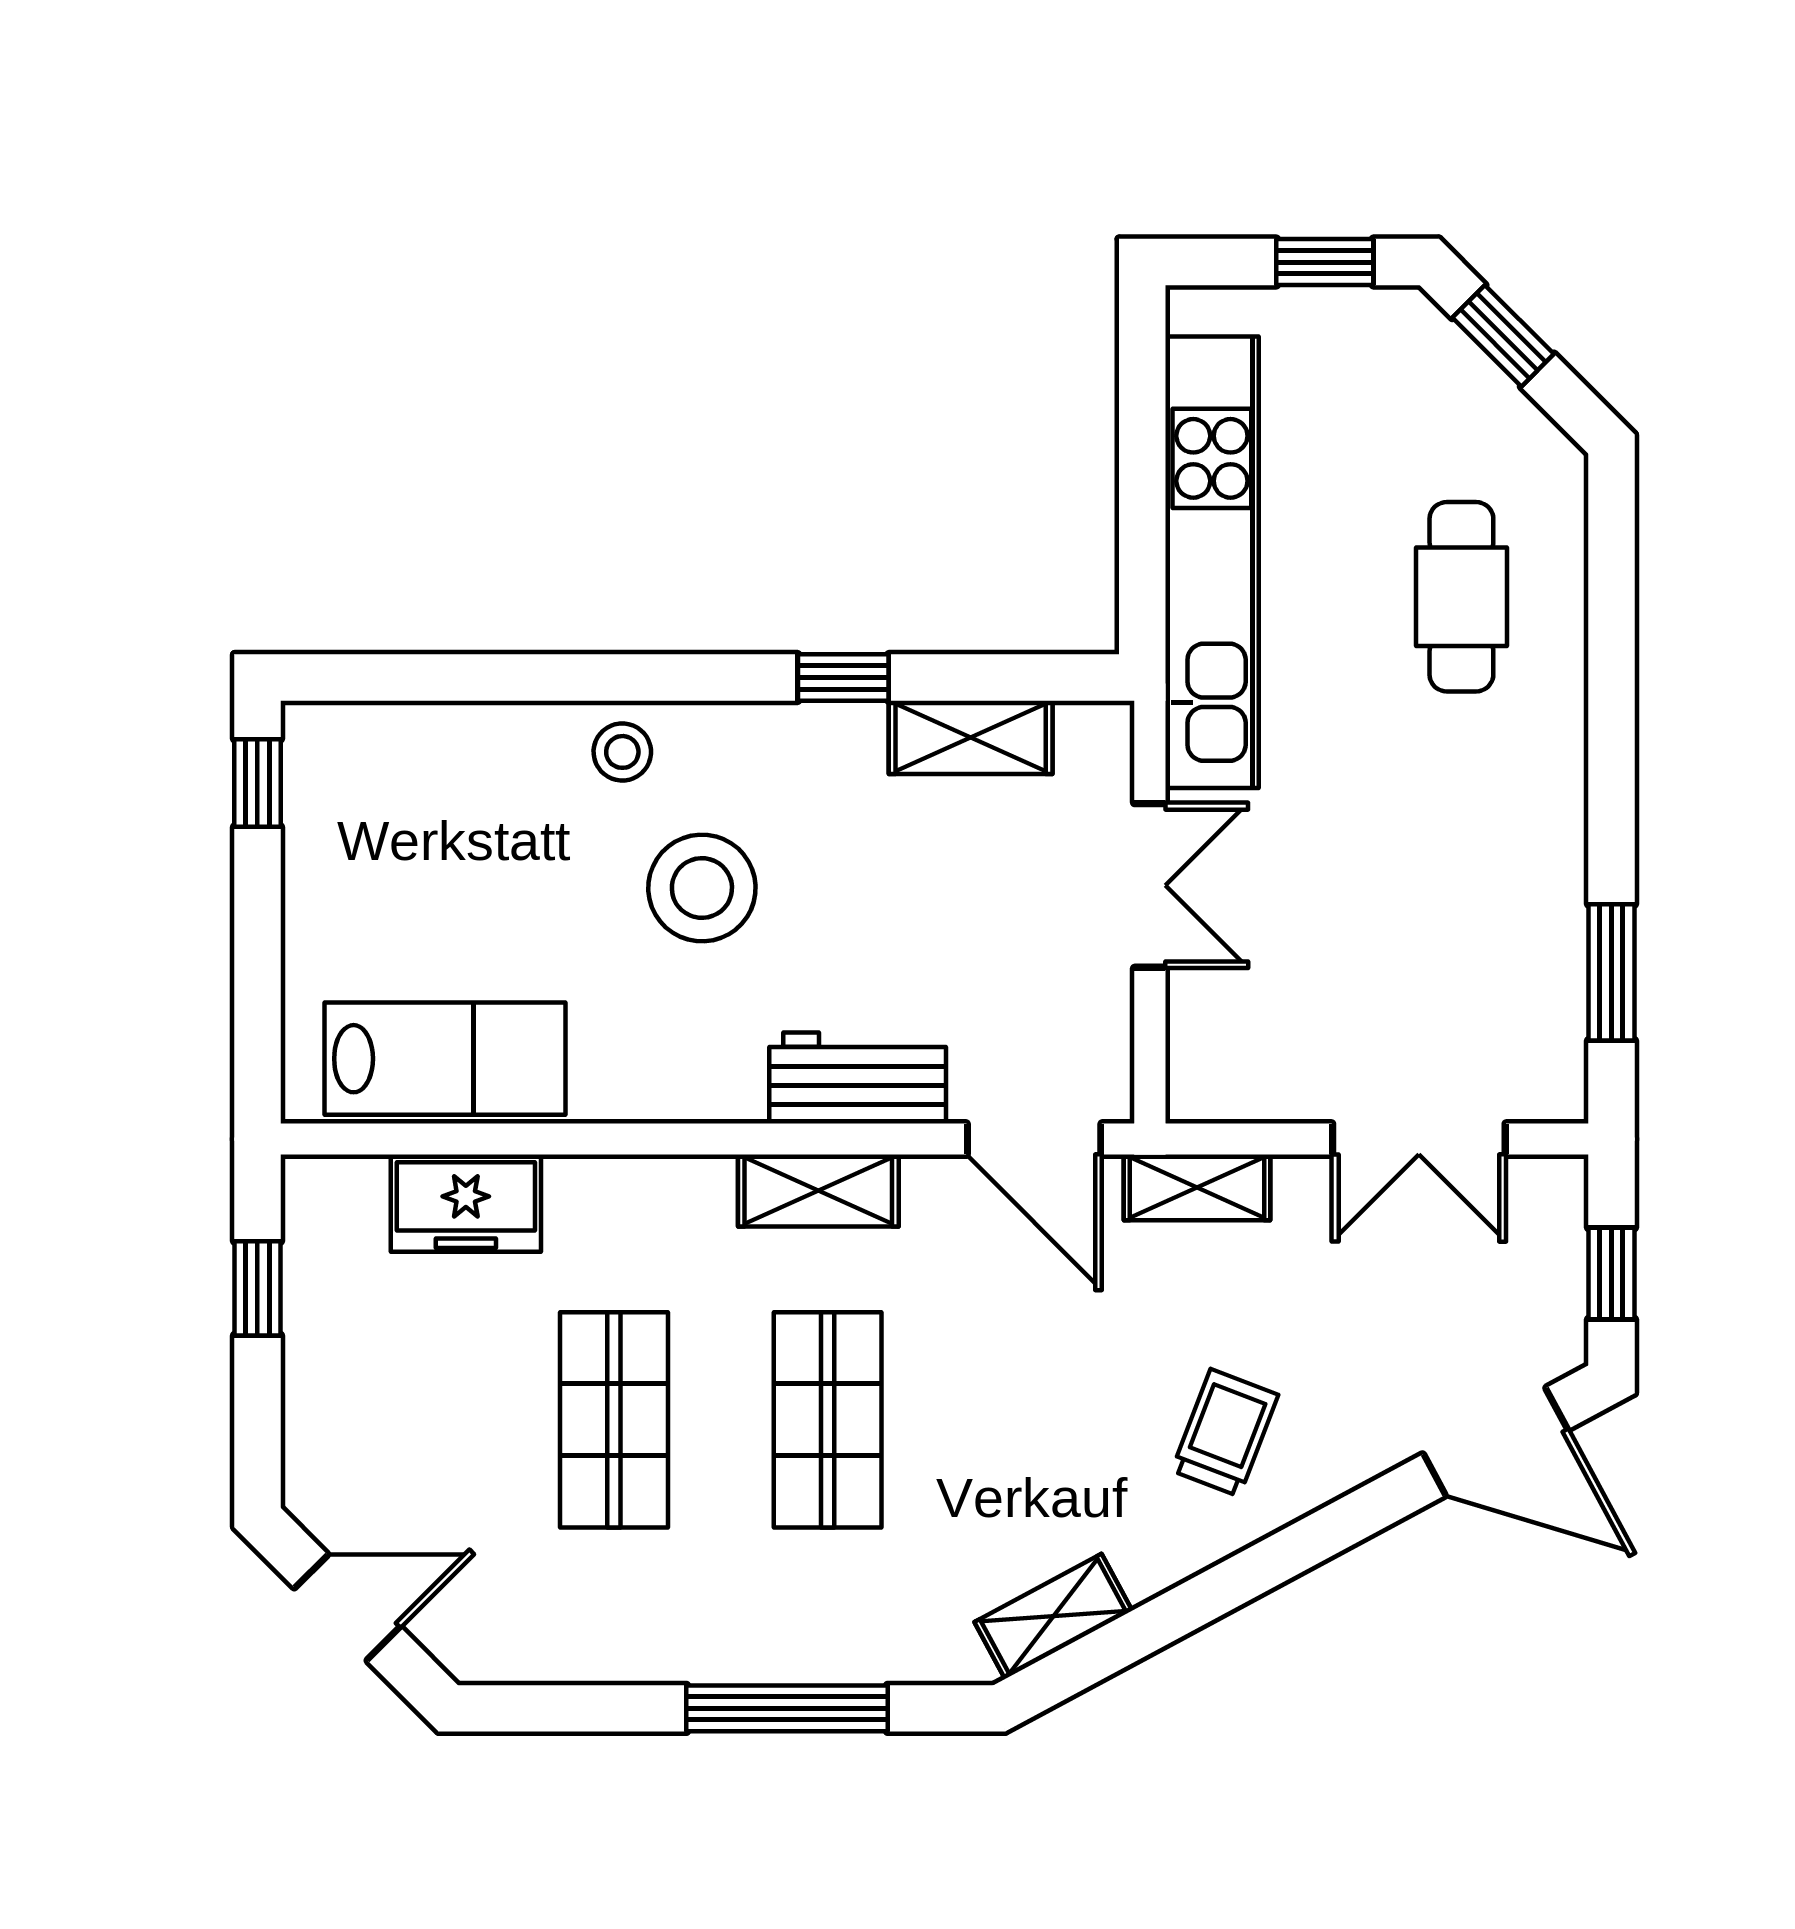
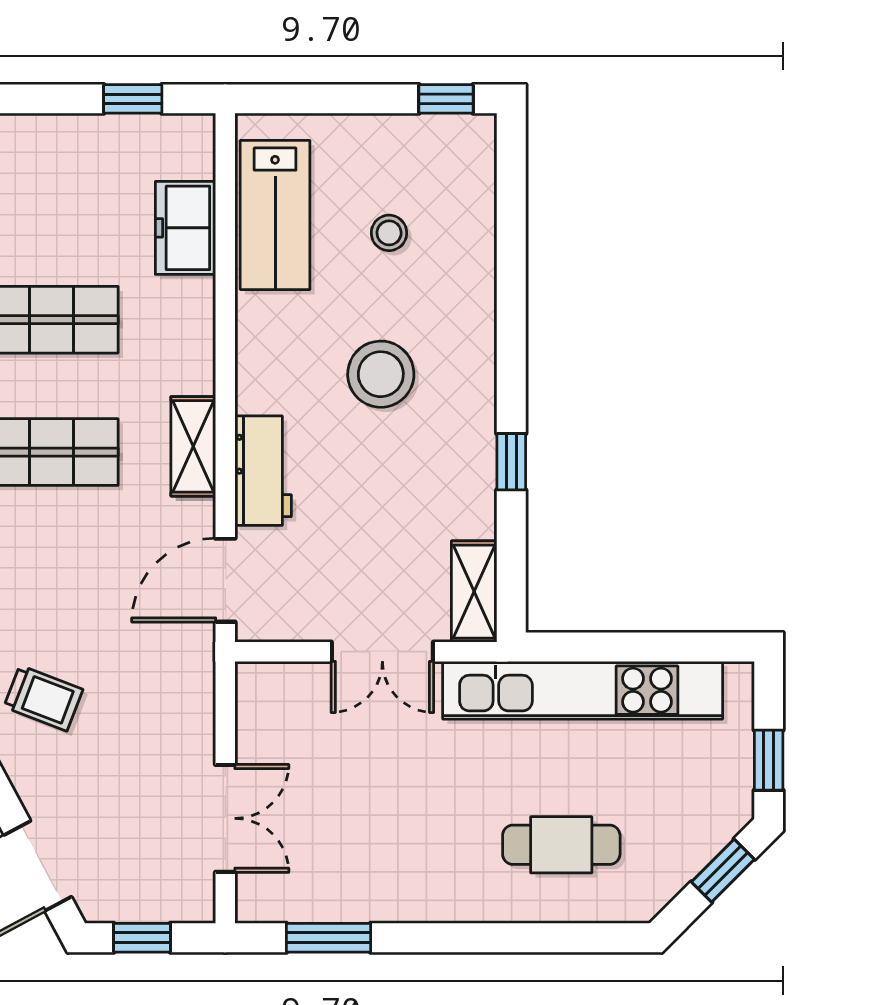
shelving: (971, 737) -> (474, 592), moved
stool: (622, 752) -> (389, 233), moved
double door: (1419, 1139) -> (225, 818), swing flipped
shelving: (1197, 1187) -> (195, 681), removed

